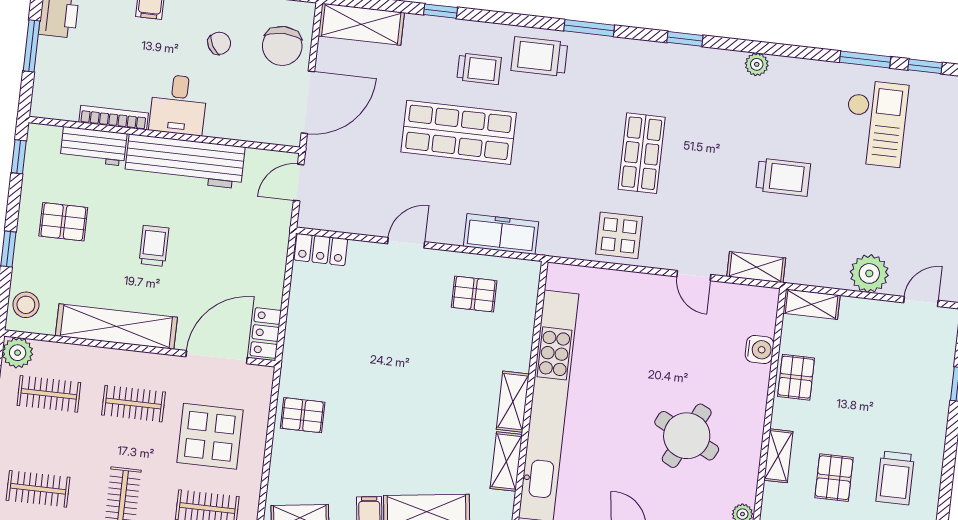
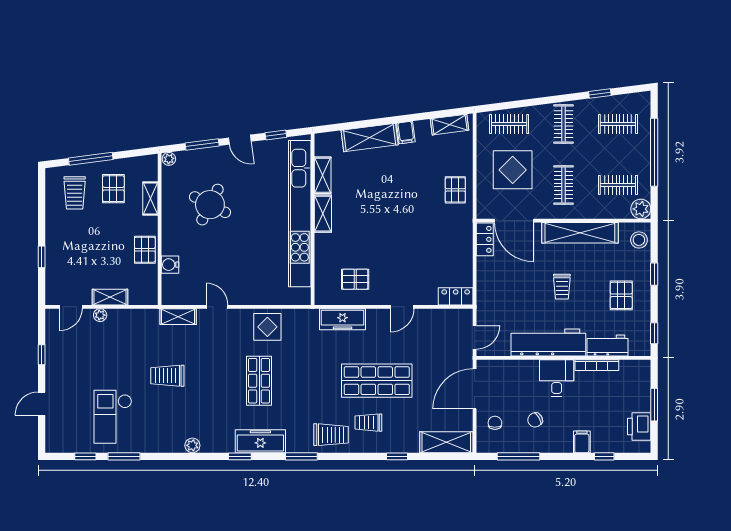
chair: (282, 46) -> (495, 423), width x0.54, depth x0.54
freezer: (650, 59) -> (260, 441), added
pallet: (63, 222) -> (621, 295), turned 90
plant: (869, 273) -> (100, 315), width x0.53, depth x0.53
shelving: (812, 304) -> (110, 297), moved
door: (217, 357) -> (514, 221), hinge flipped
clothes rail: (133, 404) -> (564, 185), turned 90
pallet: (303, 415) -> (455, 190), turned 90
trolley: (895, 478) -> (75, 193), turned 180

